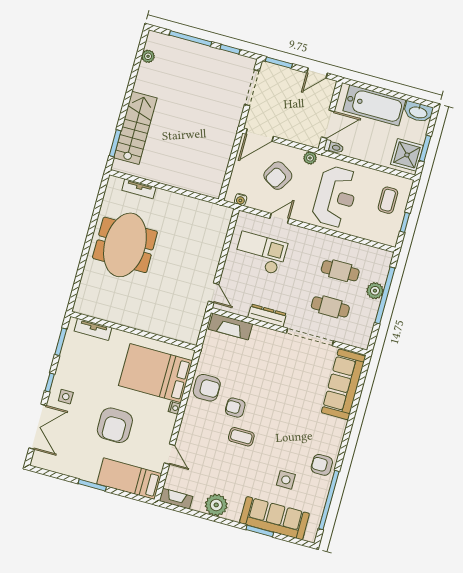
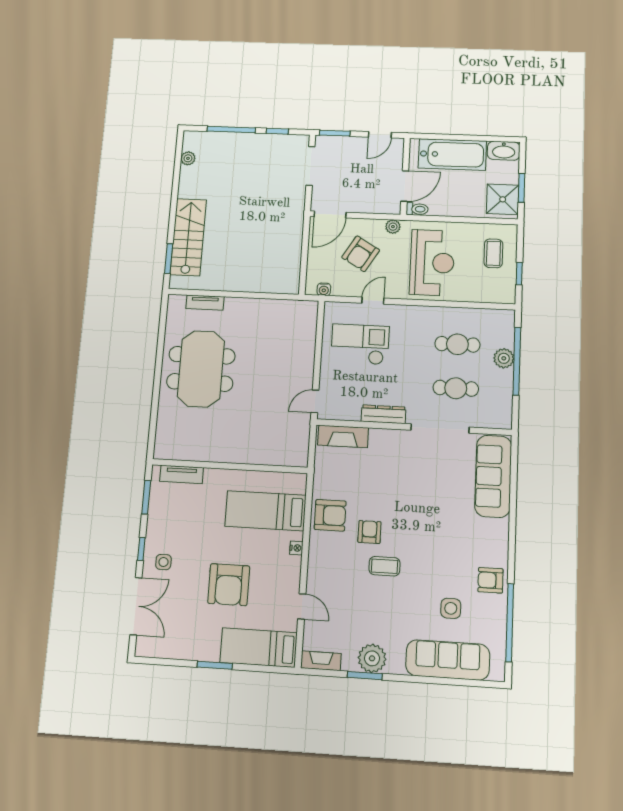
door: (214, 293) -> (315, 401), swing flipped
bed: (156, 373) -> (265, 511), width x0.67
armchair: (235, 408) -> (369, 532), turned 90
window: (260, 531) -> (365, 676), moved

